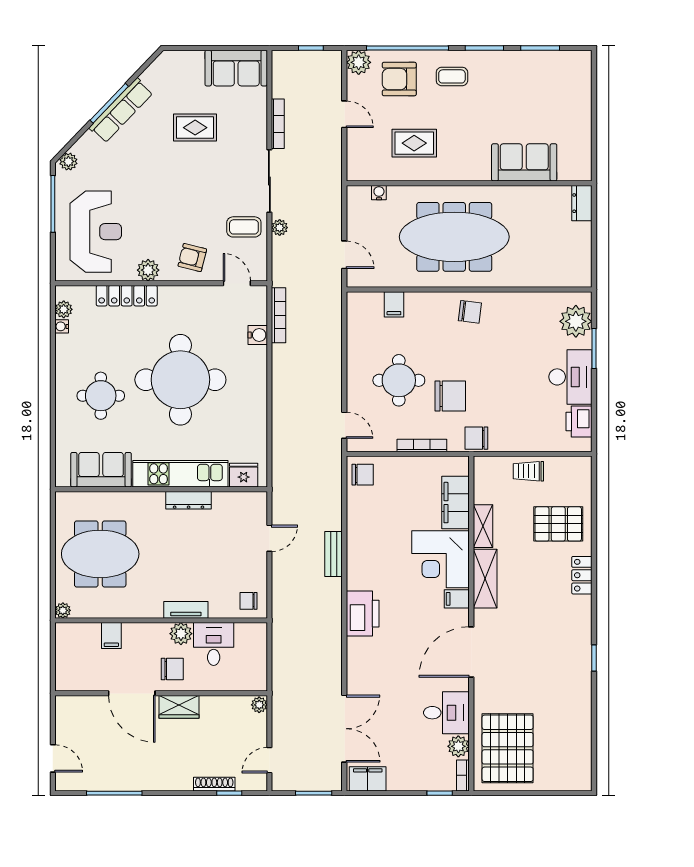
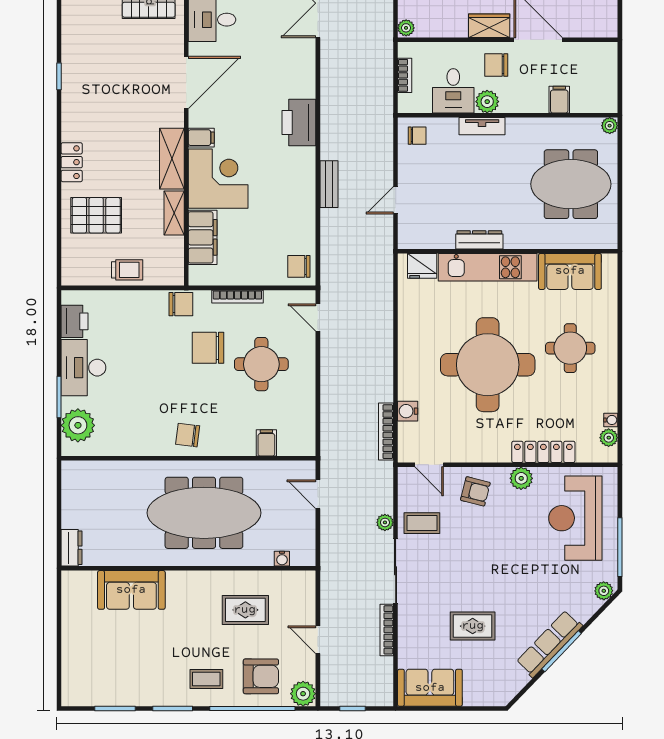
bookcase: (261, 659) -> (405, 75), added

